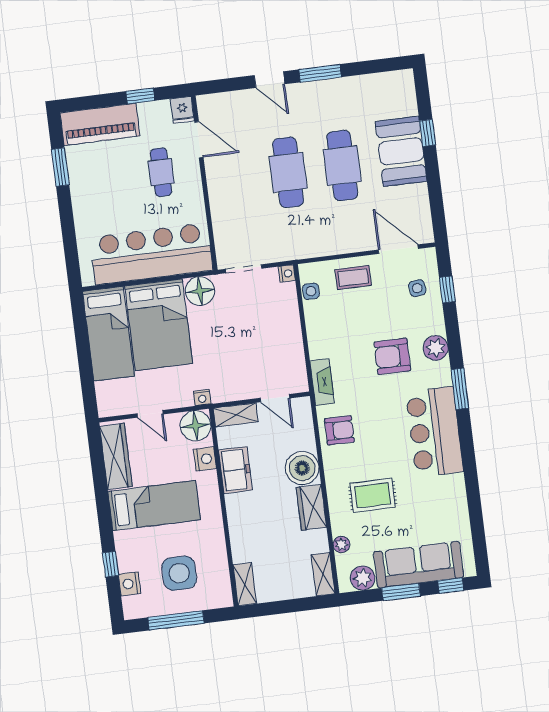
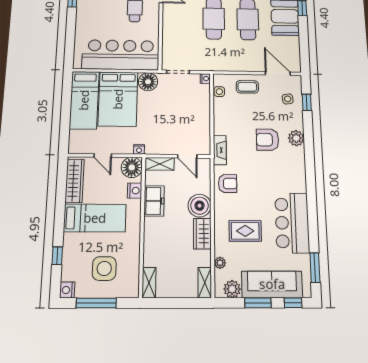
window: (460, 389) -> (315, 268), moved
bar counter: (435, 432) -> (292, 223), moved
nightstand: (130, 584) -> (67, 290), moved

